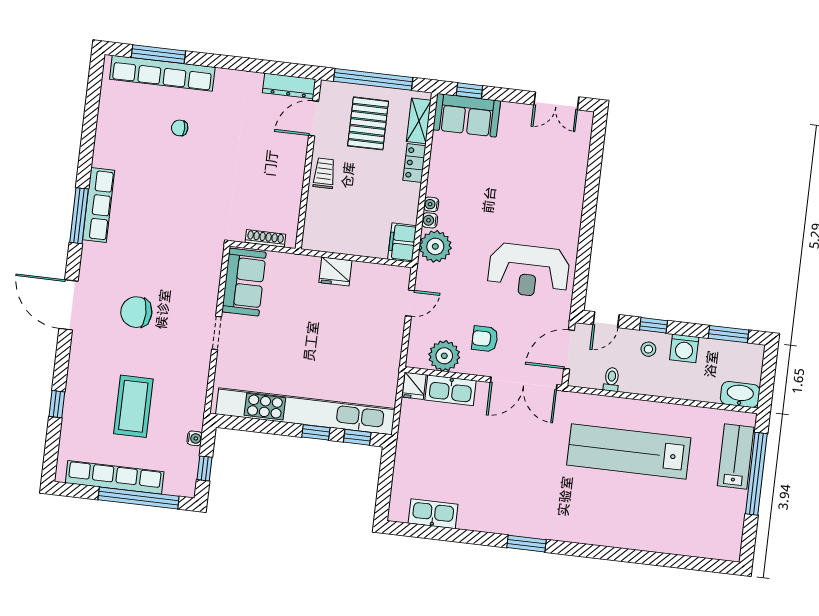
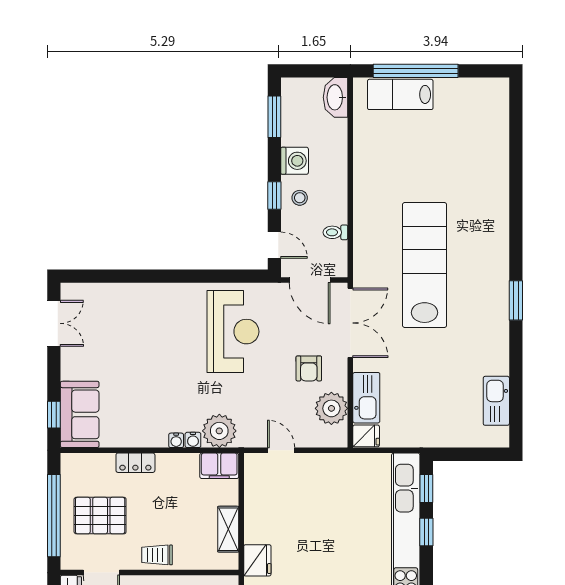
shelving: (419, 121) -> (228, 529), moved, turned 90
fridge: (335, 272) -> (257, 560), moved
lab bench: (629, 451) -> (425, 265), moved, turned 180

